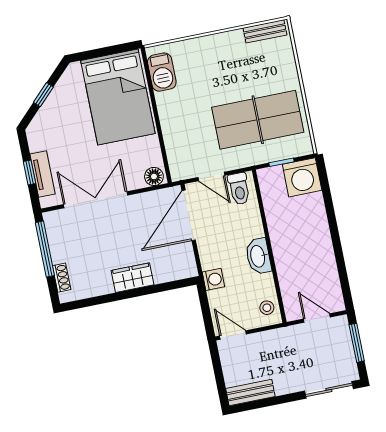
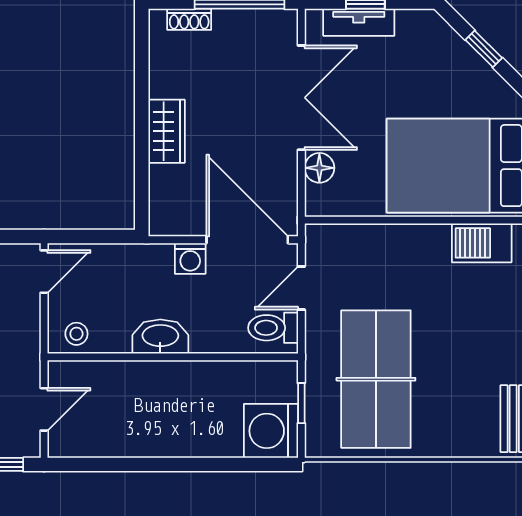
floor lamp: (154, 176) -> (319, 168), moved
washing machine: (213, 279) -> (190, 258), moved

